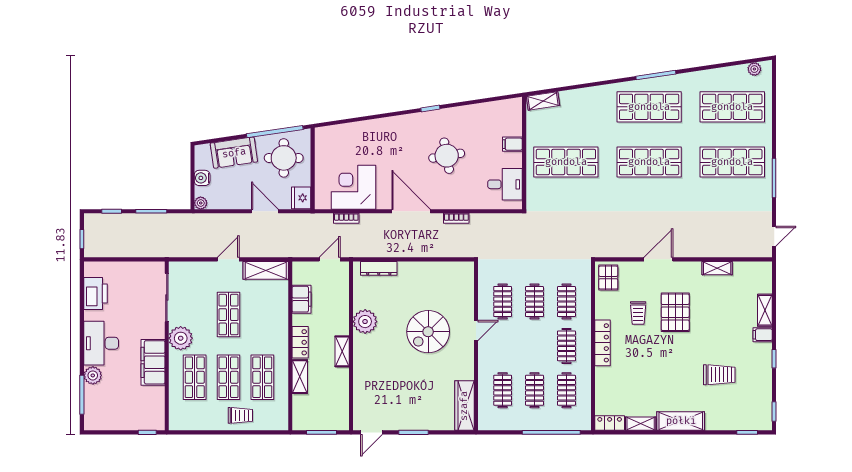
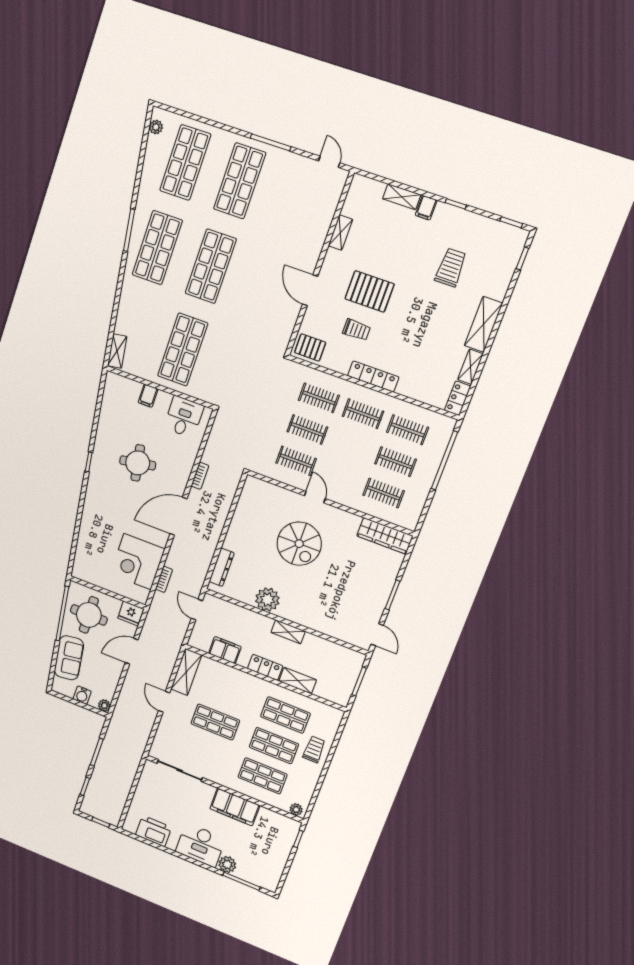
plant: (181, 338) -> (296, 810), moved, width x0.53, depth x0.53

